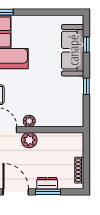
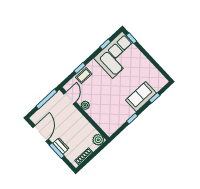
sofa: (73, 50) -> (141, 97), width x0.73
plant: (29, 140) -> (98, 140), moved

